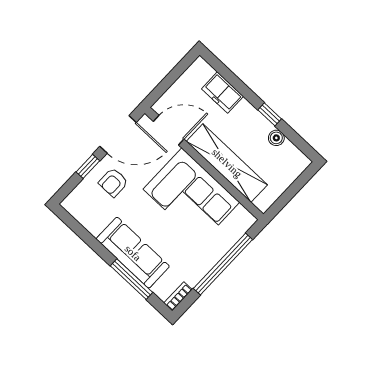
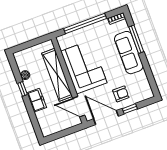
freezer: (223, 93) -> (37, 100), moved

